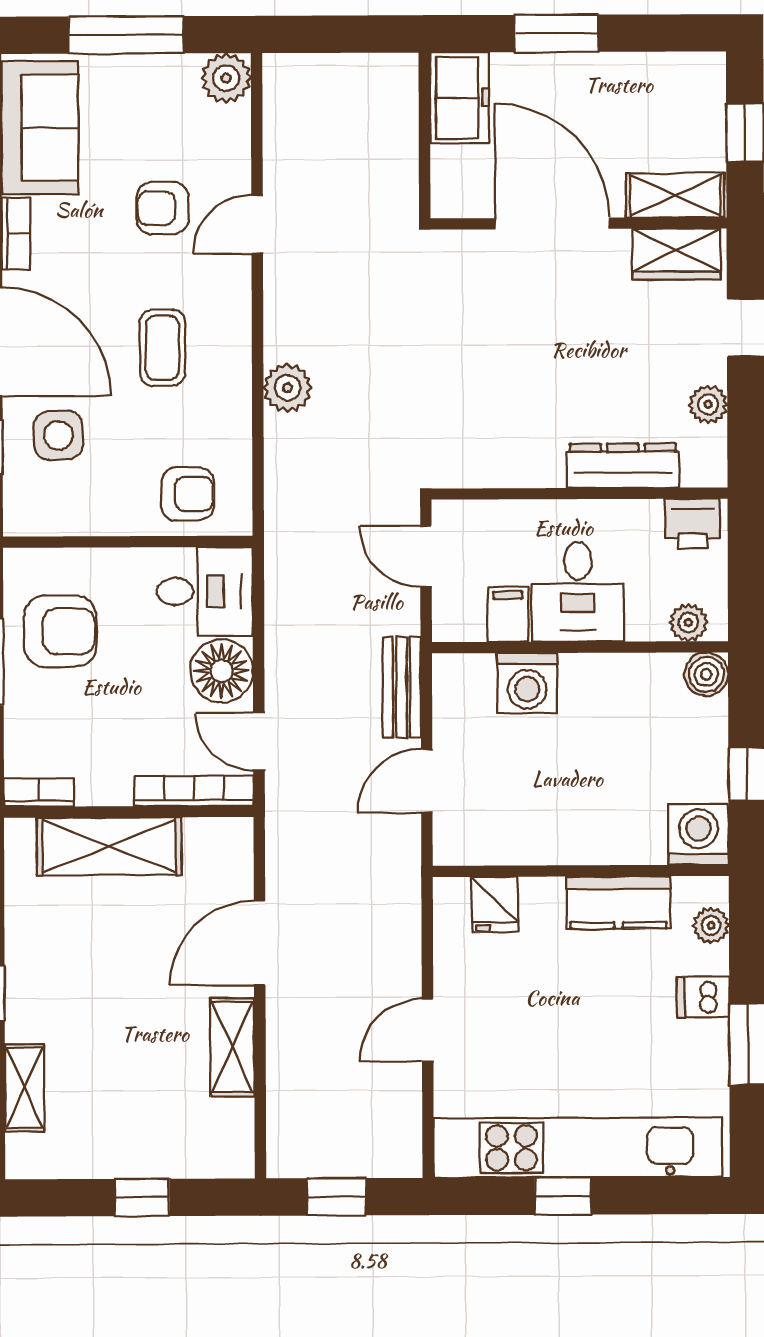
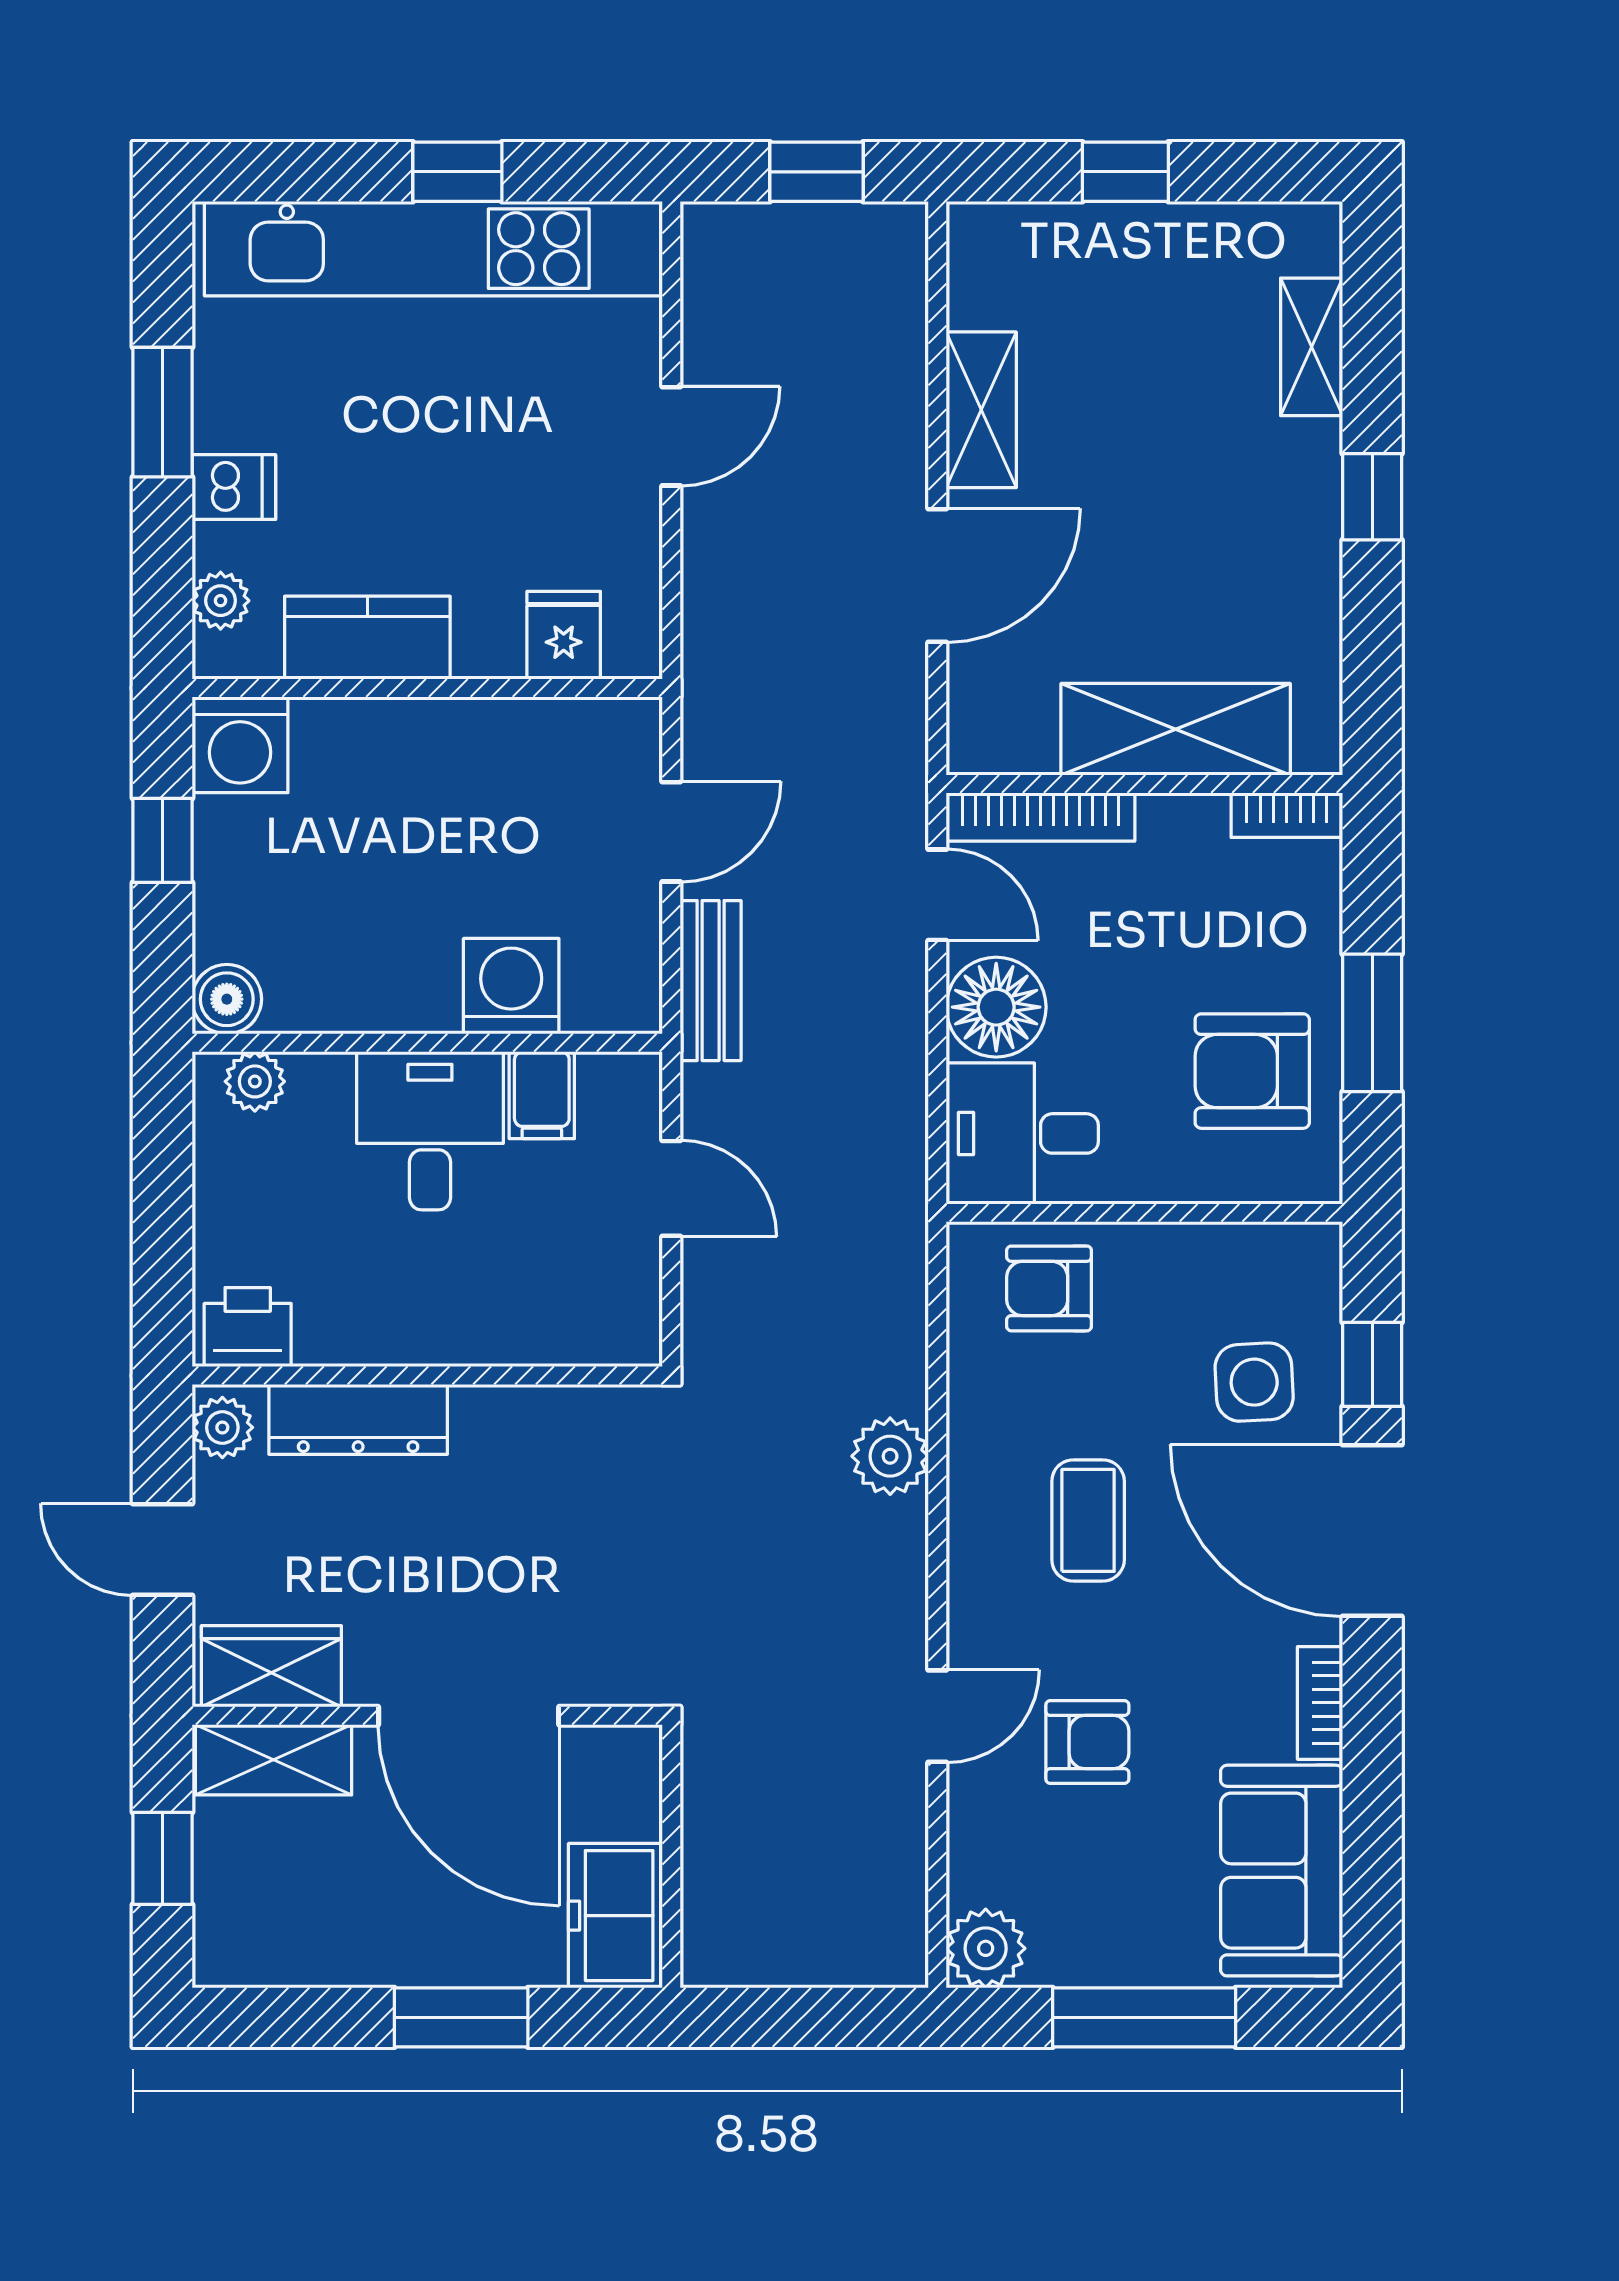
dresser: (623, 466) -> (358, 1419), moved
wall: (579, 494) -> (427, 1376), moved
printer: (693, 524) -> (248, 1327), moved

